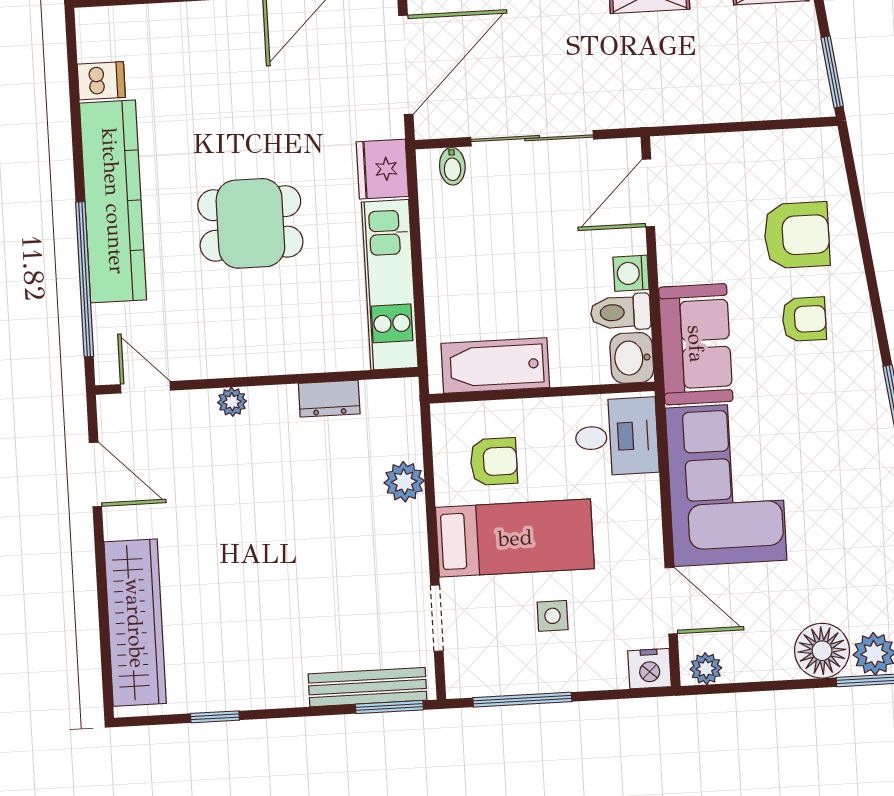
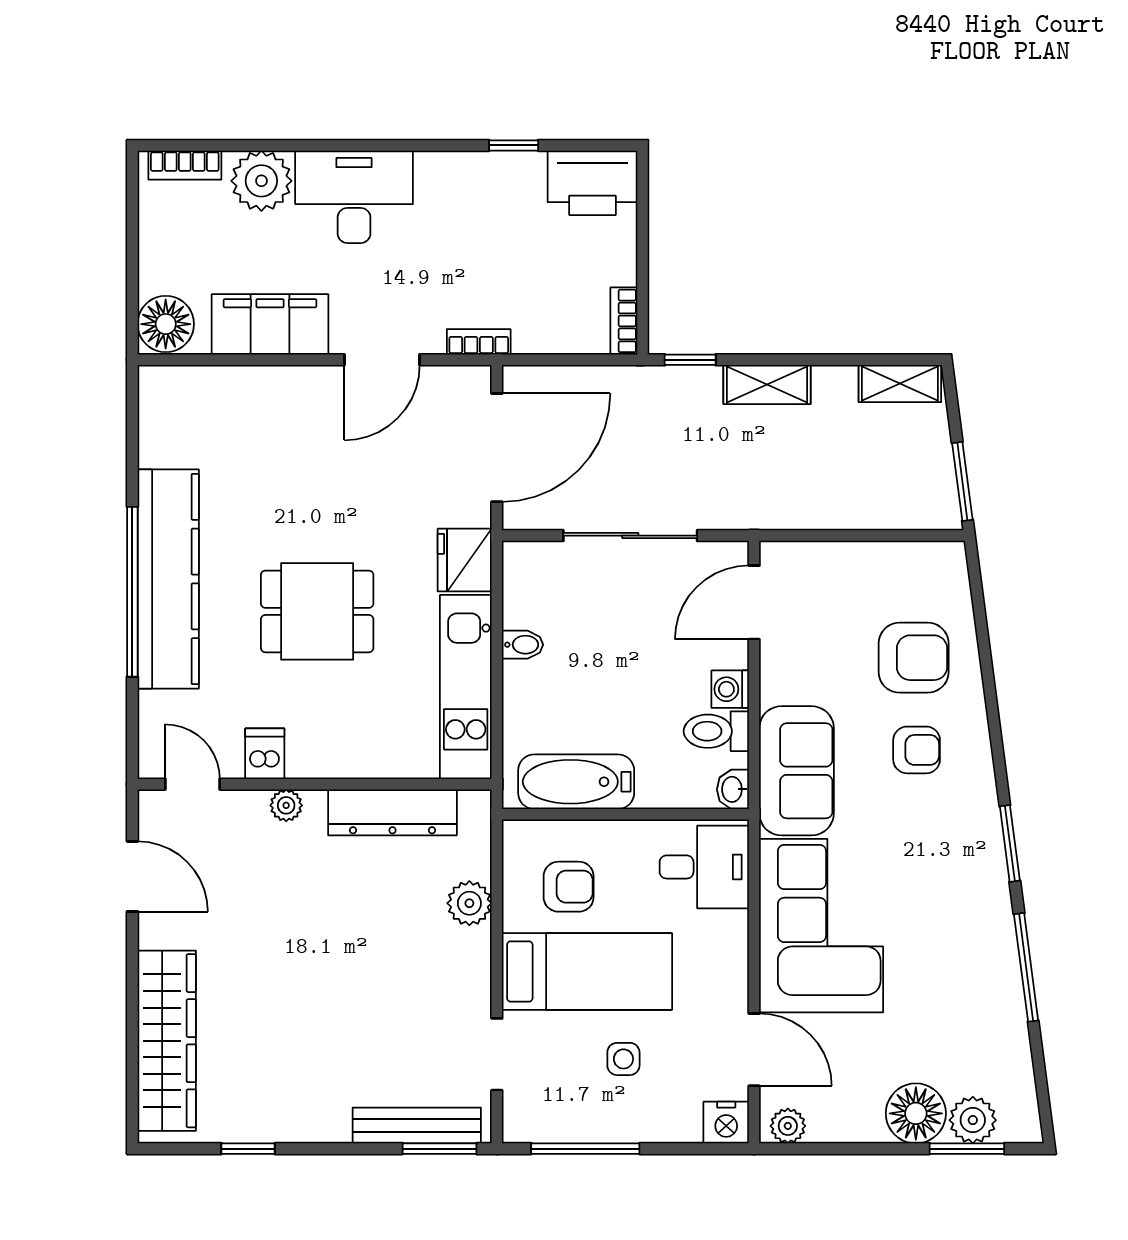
dishwasher: (101, 81) -> (265, 754), moved, turned -90
bidet: (452, 166) -> (523, 645), moved, turned -90
window: (85, 279) -> (132, 592), moved
washbasin: (632, 358) -> (733, 789), width x0.72, depth x0.69
dresser: (329, 399) -> (392, 812), width x1.96, depth x1.24

